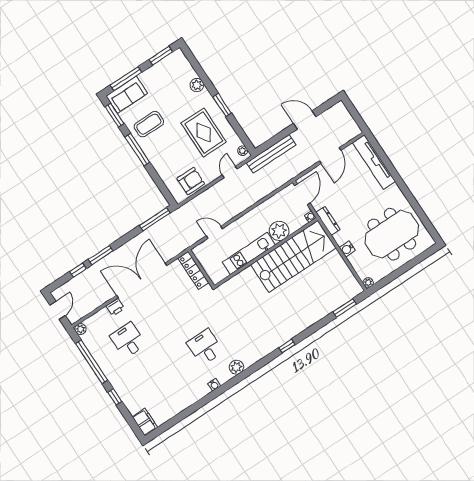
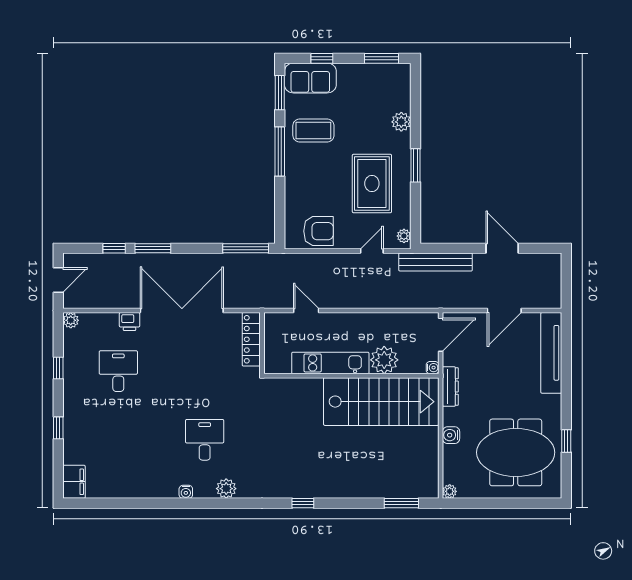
window: (126, 79) -> (322, 58), width x0.46
window: (417, 208) -> (566, 441), added
window: (92, 362) -> (58, 368), width x0.32

